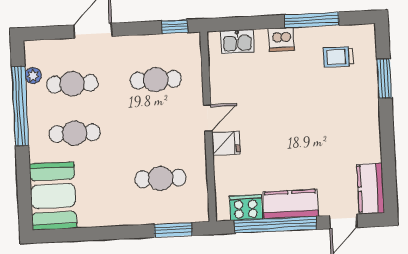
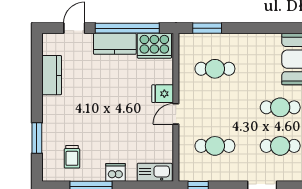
kitchen sink: (237, 42) -> (155, 172), width x1.38
trolley: (338, 57) -> (72, 157), turned 90
kitchen counter: (371, 189) -> (52, 75), moved
cooker: (246, 208) -> (154, 46), width x1.37, depth x1.31

